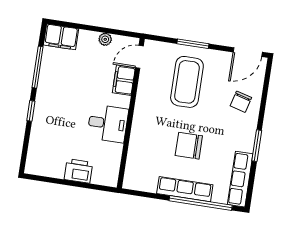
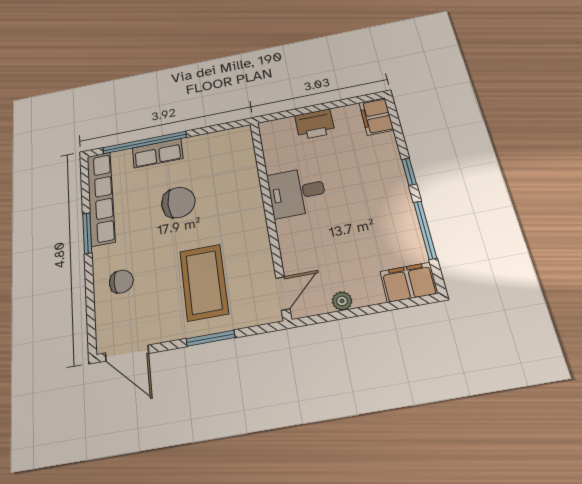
door: (248, 52) -> (127, 353), swing flipped
filing cabinet: (124, 80) -> (376, 116), moved, turned 180
chair: (241, 102) -> (121, 282), turned 75
row of seats: (240, 179) -> (101, 198), width x1.36
row of seats: (185, 189) -> (158, 153), width x0.68

